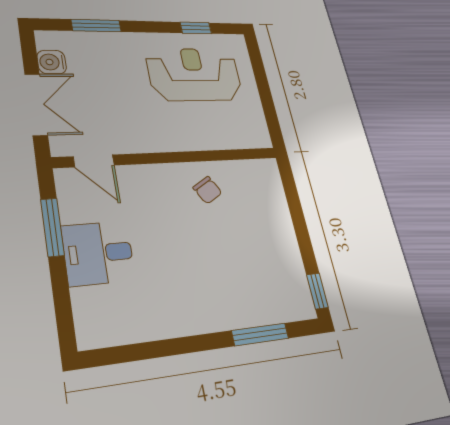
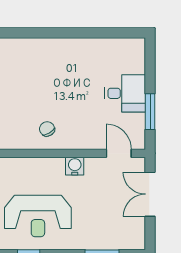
water cooler: (52, 62) -> (75, 166), moved, turned -90
window: (260, 334) -> (33, 33), removed

